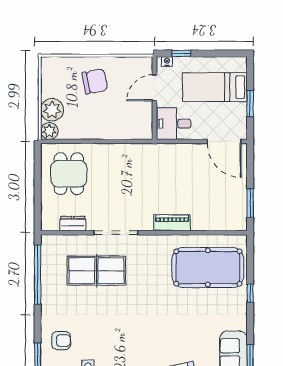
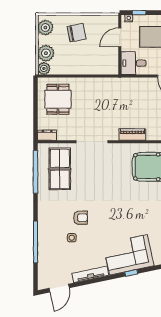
plant: (51, 74) -> (45, 28), added
dresser: (73, 224) -> (47, 135), moved
table tennis table: (96, 271) -> (60, 169), moved, turned 90
armchair: (61, 341) -> (81, 218), moved

